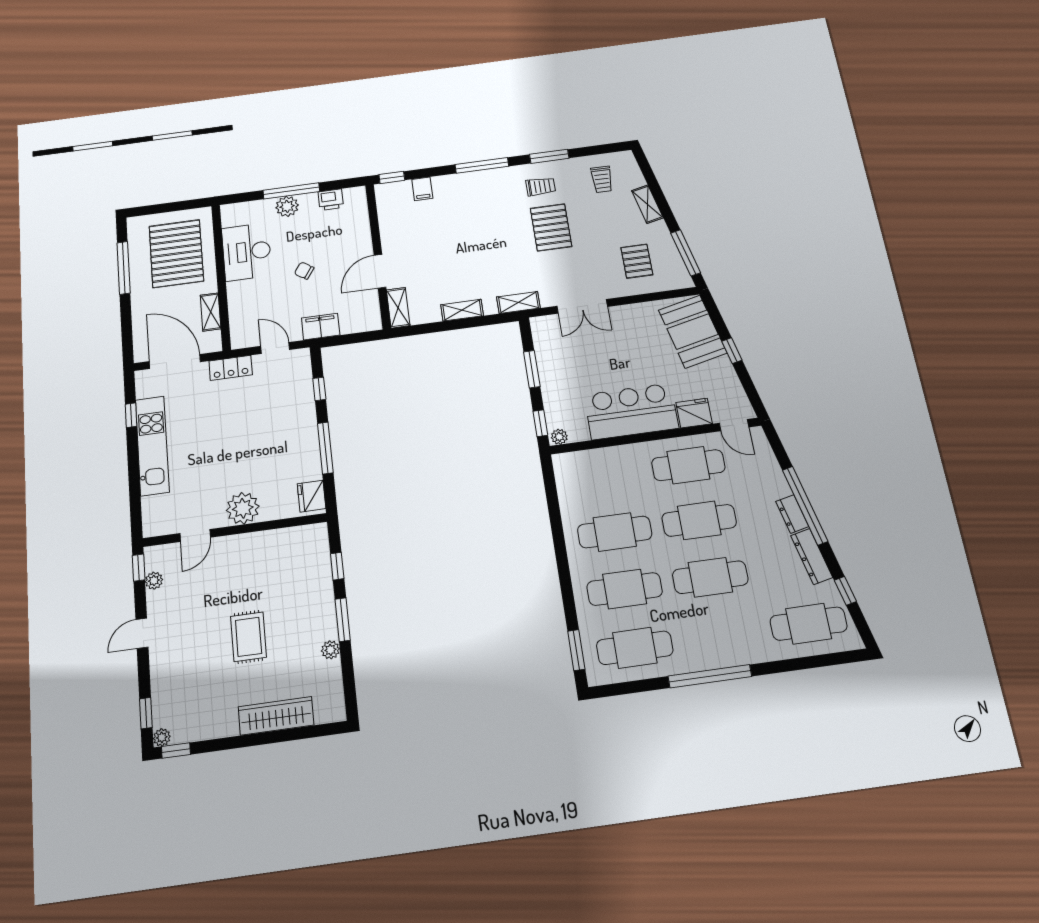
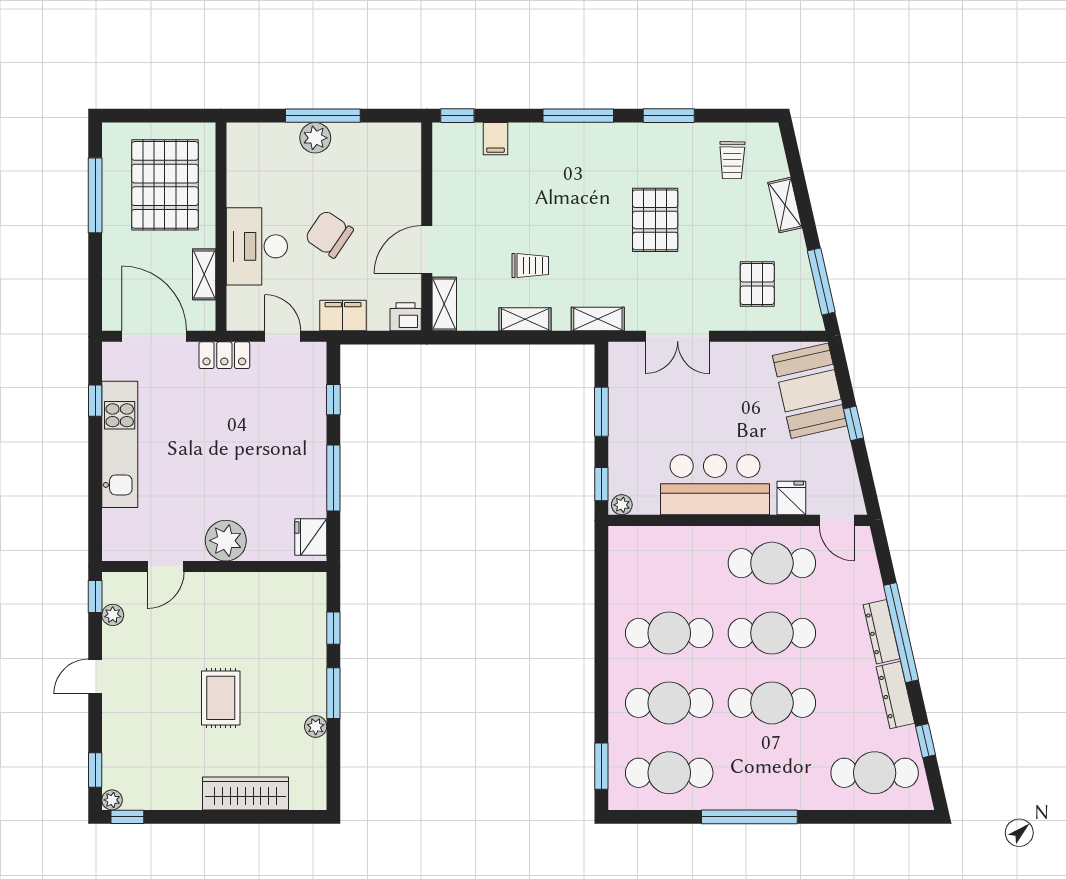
trolley: (541, 186) -> (530, 266), moved
printer: (331, 200) -> (406, 317), moved, turned 180
desk: (247, 252) -> (257, 246), moved
chair: (304, 271) -> (329, 234), width x1.87, depth x1.87
fridge: (694, 413) -> (791, 498), width x0.72
dresser: (792, 514) -> (882, 632), width x1.44

